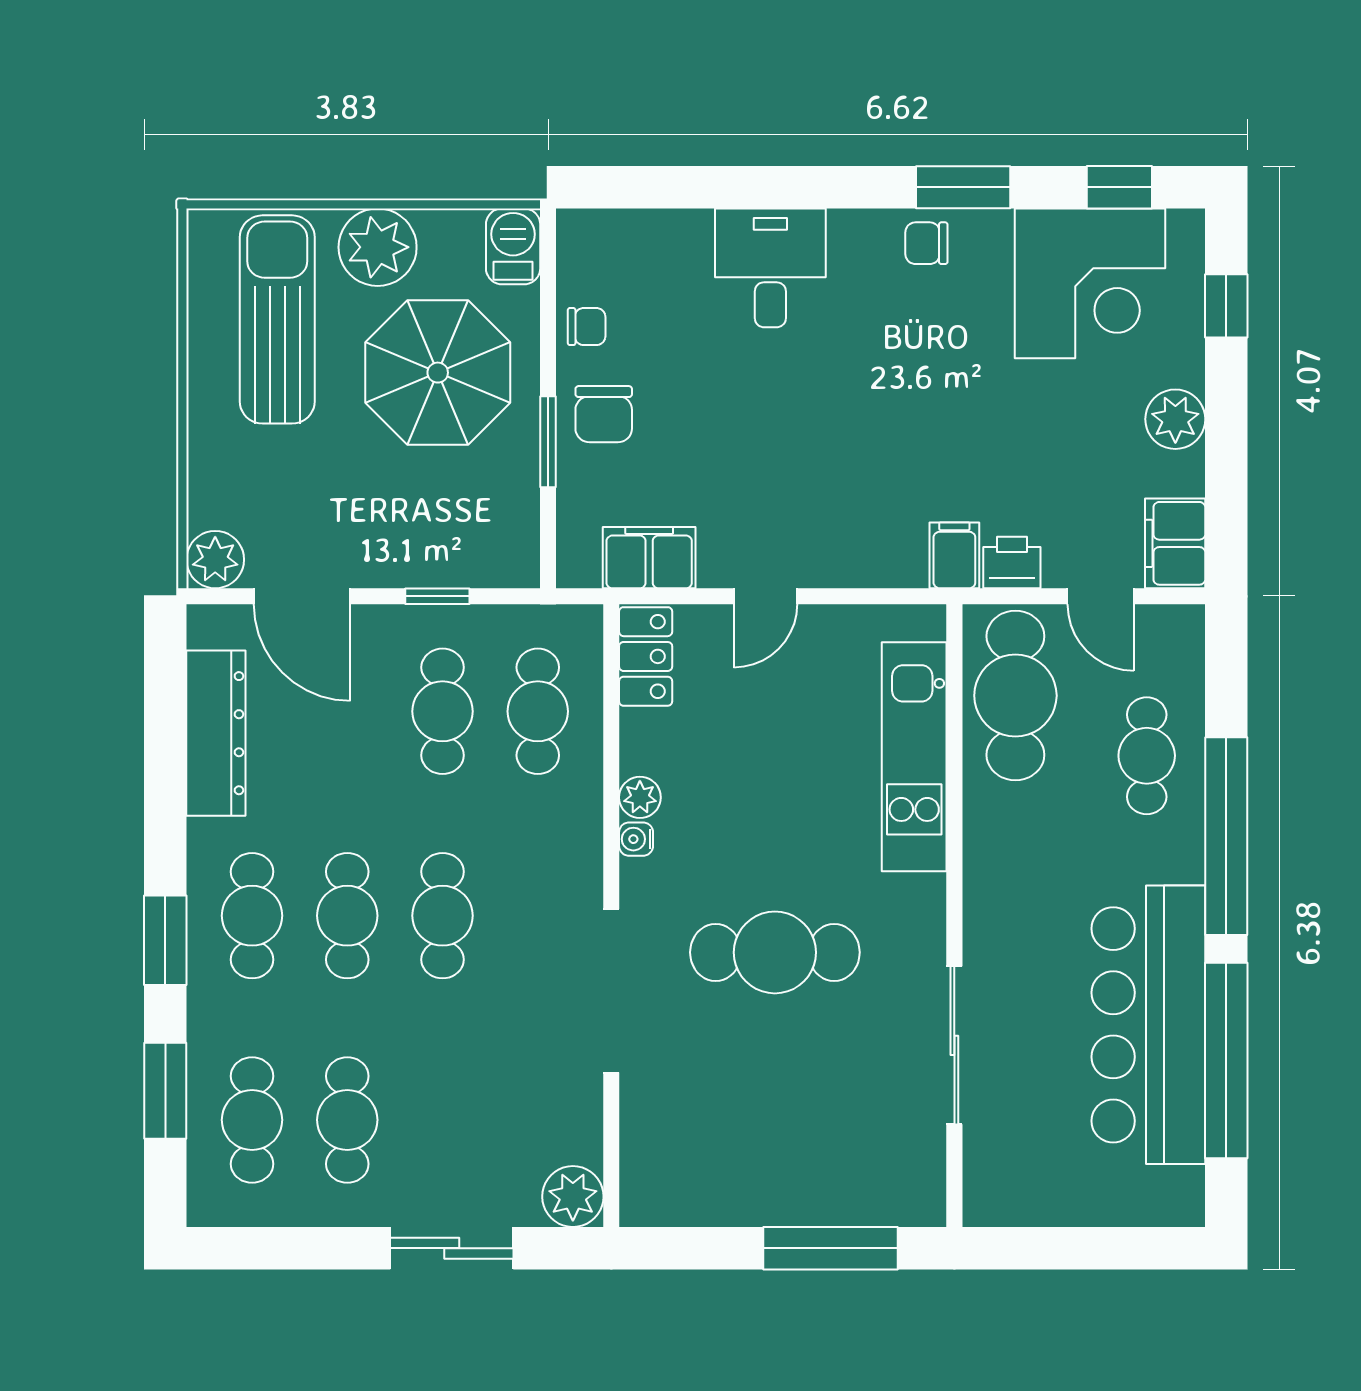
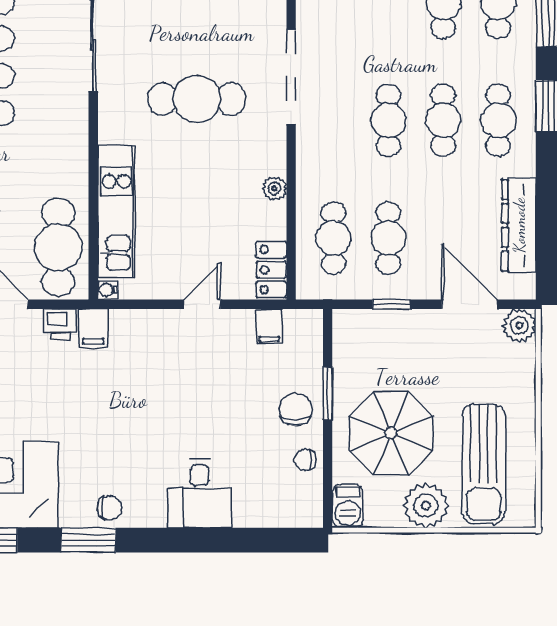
filing cabinet: (649, 558) -> (269, 327), width x0.50
water cooler: (636, 839) -> (108, 290), moved, turned 180

